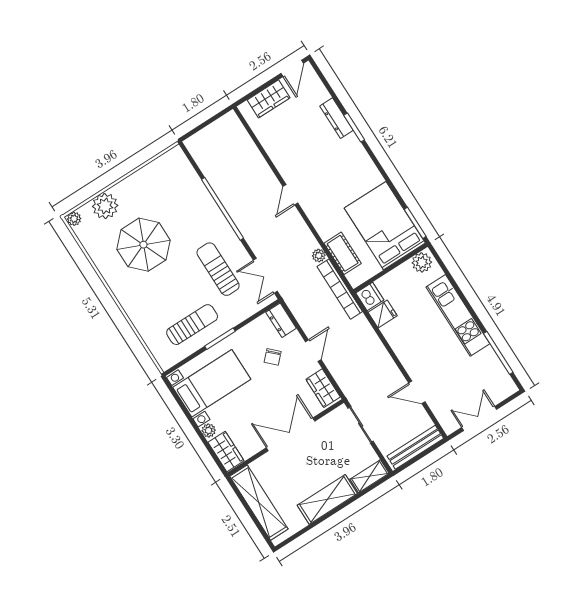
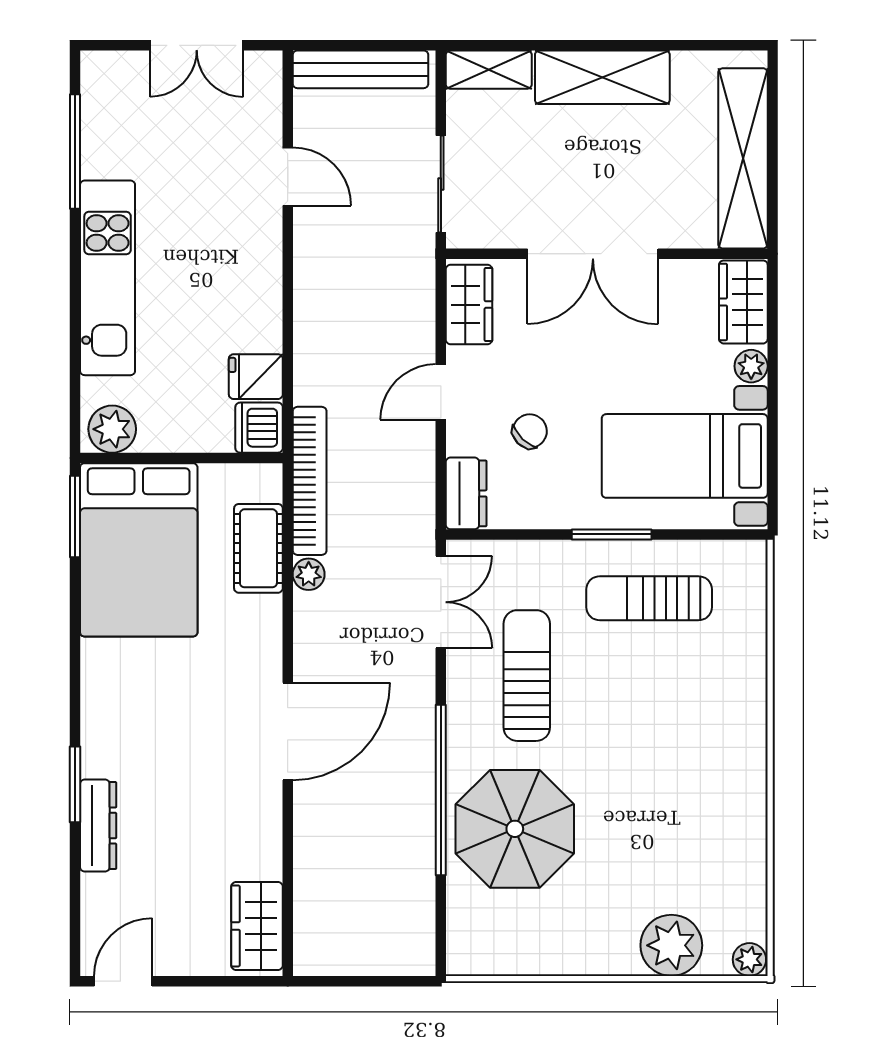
wardrobe: (269, 99) -> (257, 926), moved, turned -90
door: (290, 195) -> (288, 731), width x1.87
parasol: (143, 245) -> (515, 829), moved
sun lounger: (218, 269) -> (527, 676), turned 180

